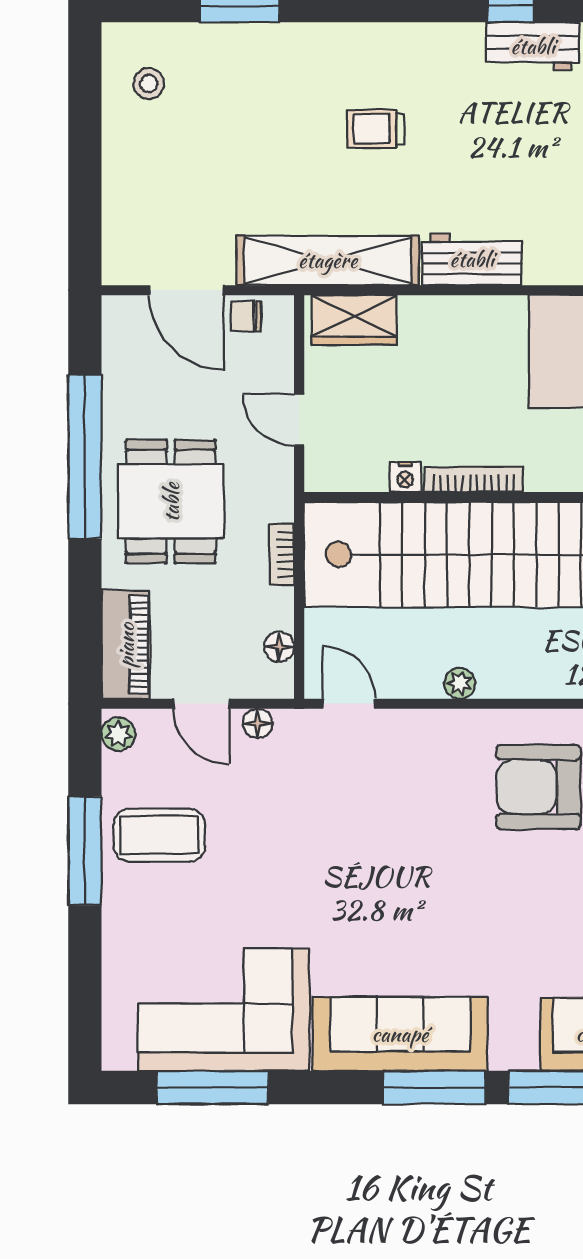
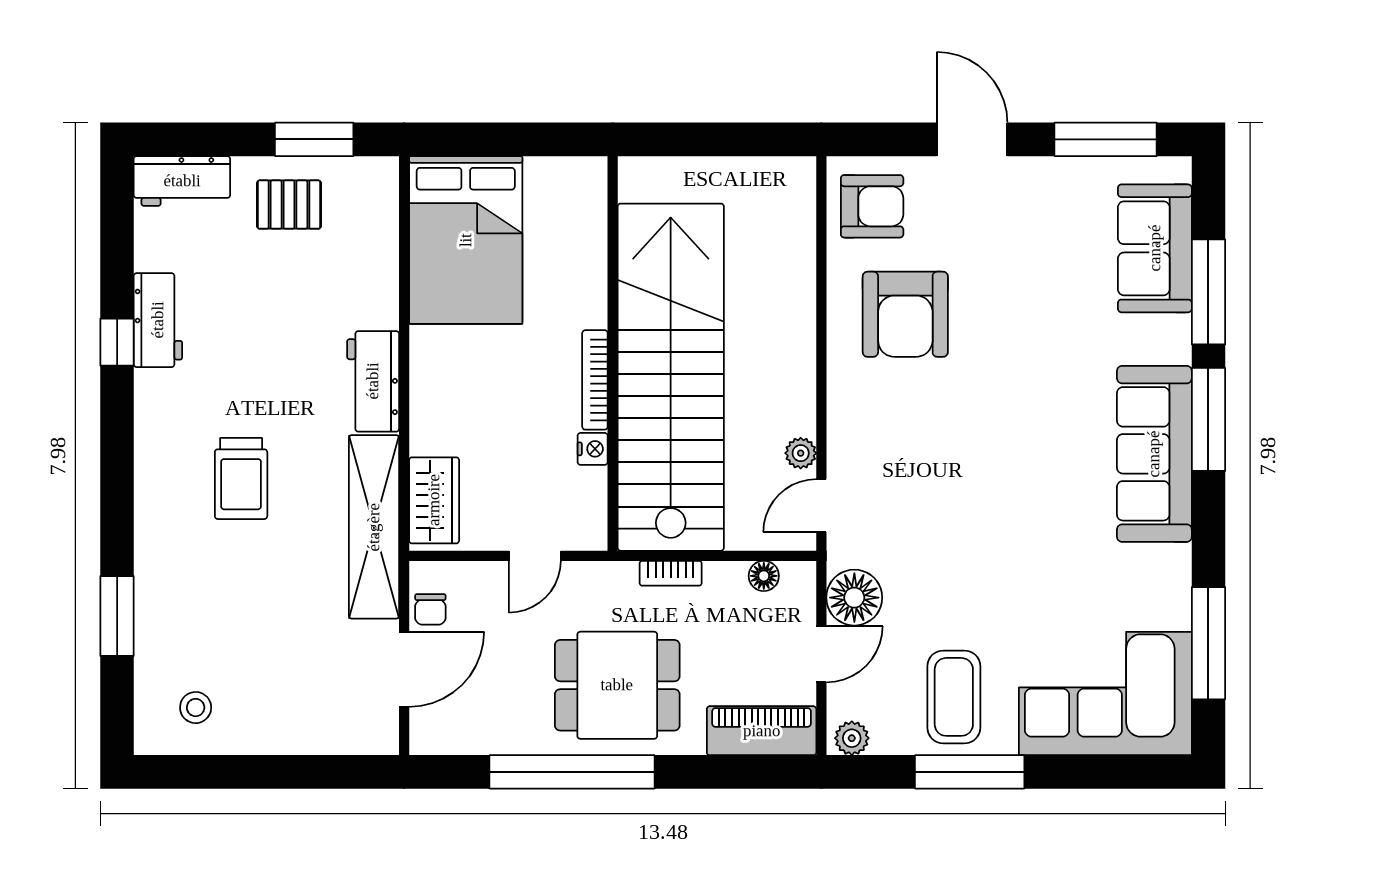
trolley: (376, 129) -> (241, 478), width x1.36, depth x1.39
plant: (460, 683) -> (801, 453), moved
floor lamp: (258, 723) -> (854, 598), width x1.89, depth x1.89
corner sofa: (224, 1010) -> (1105, 694), moved, turned 90

